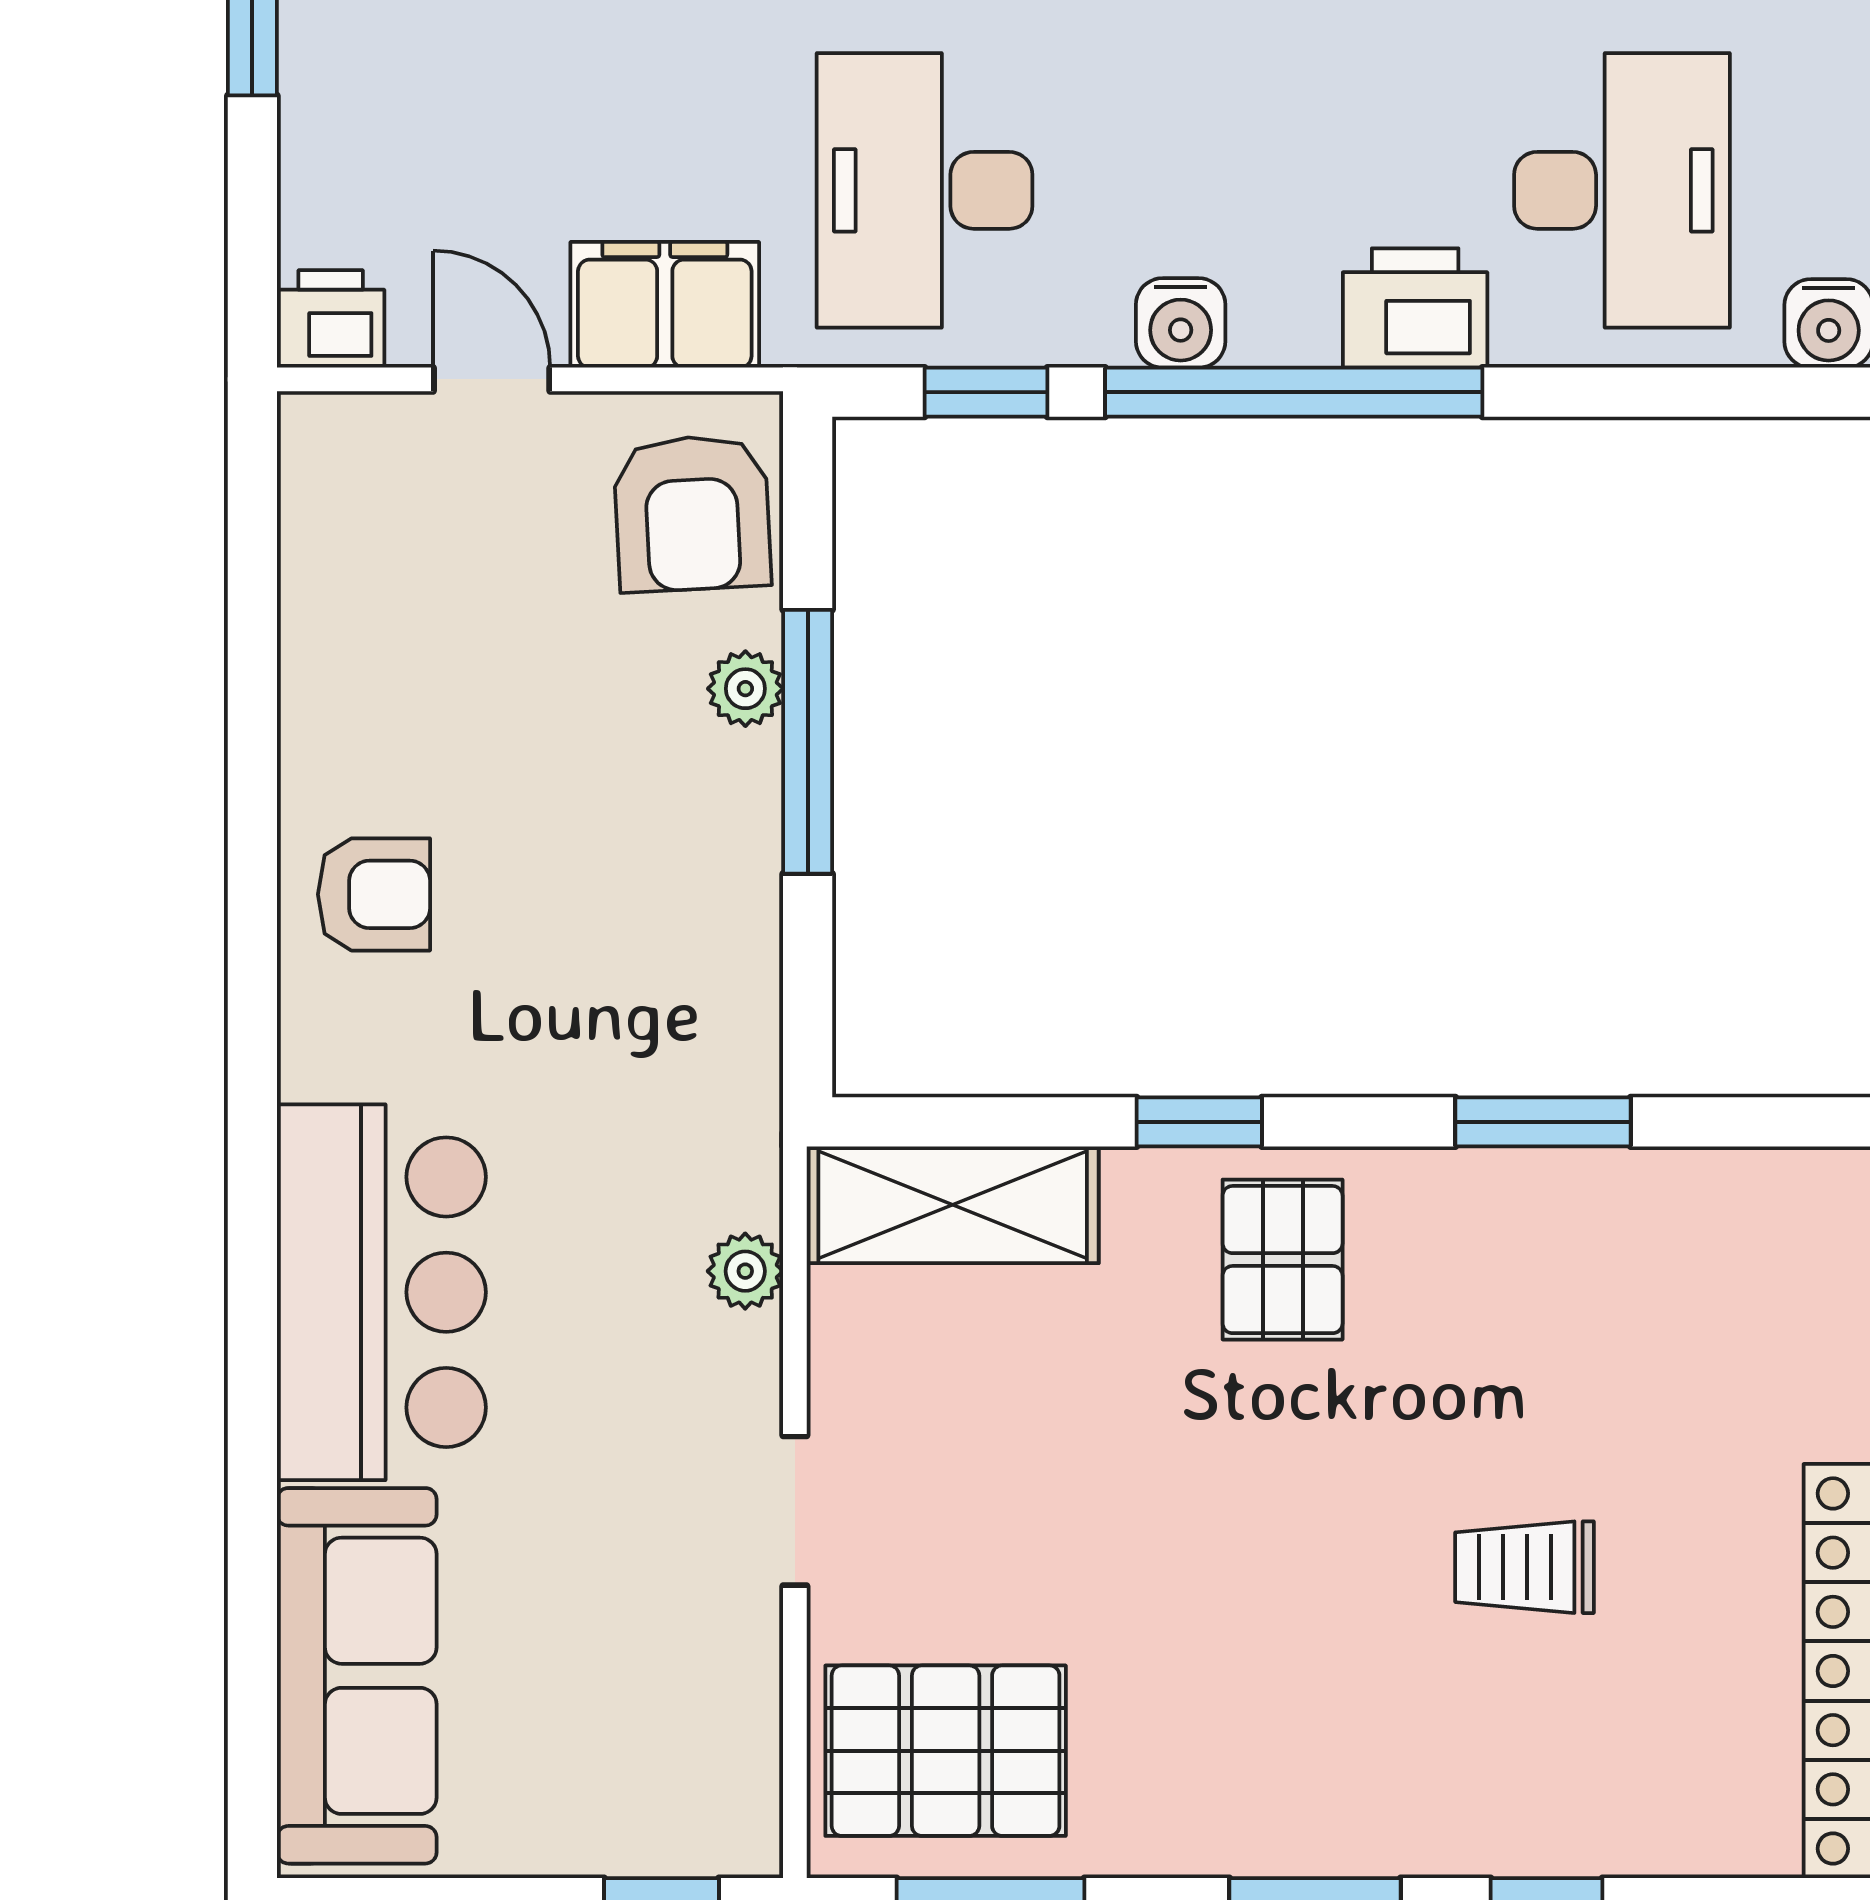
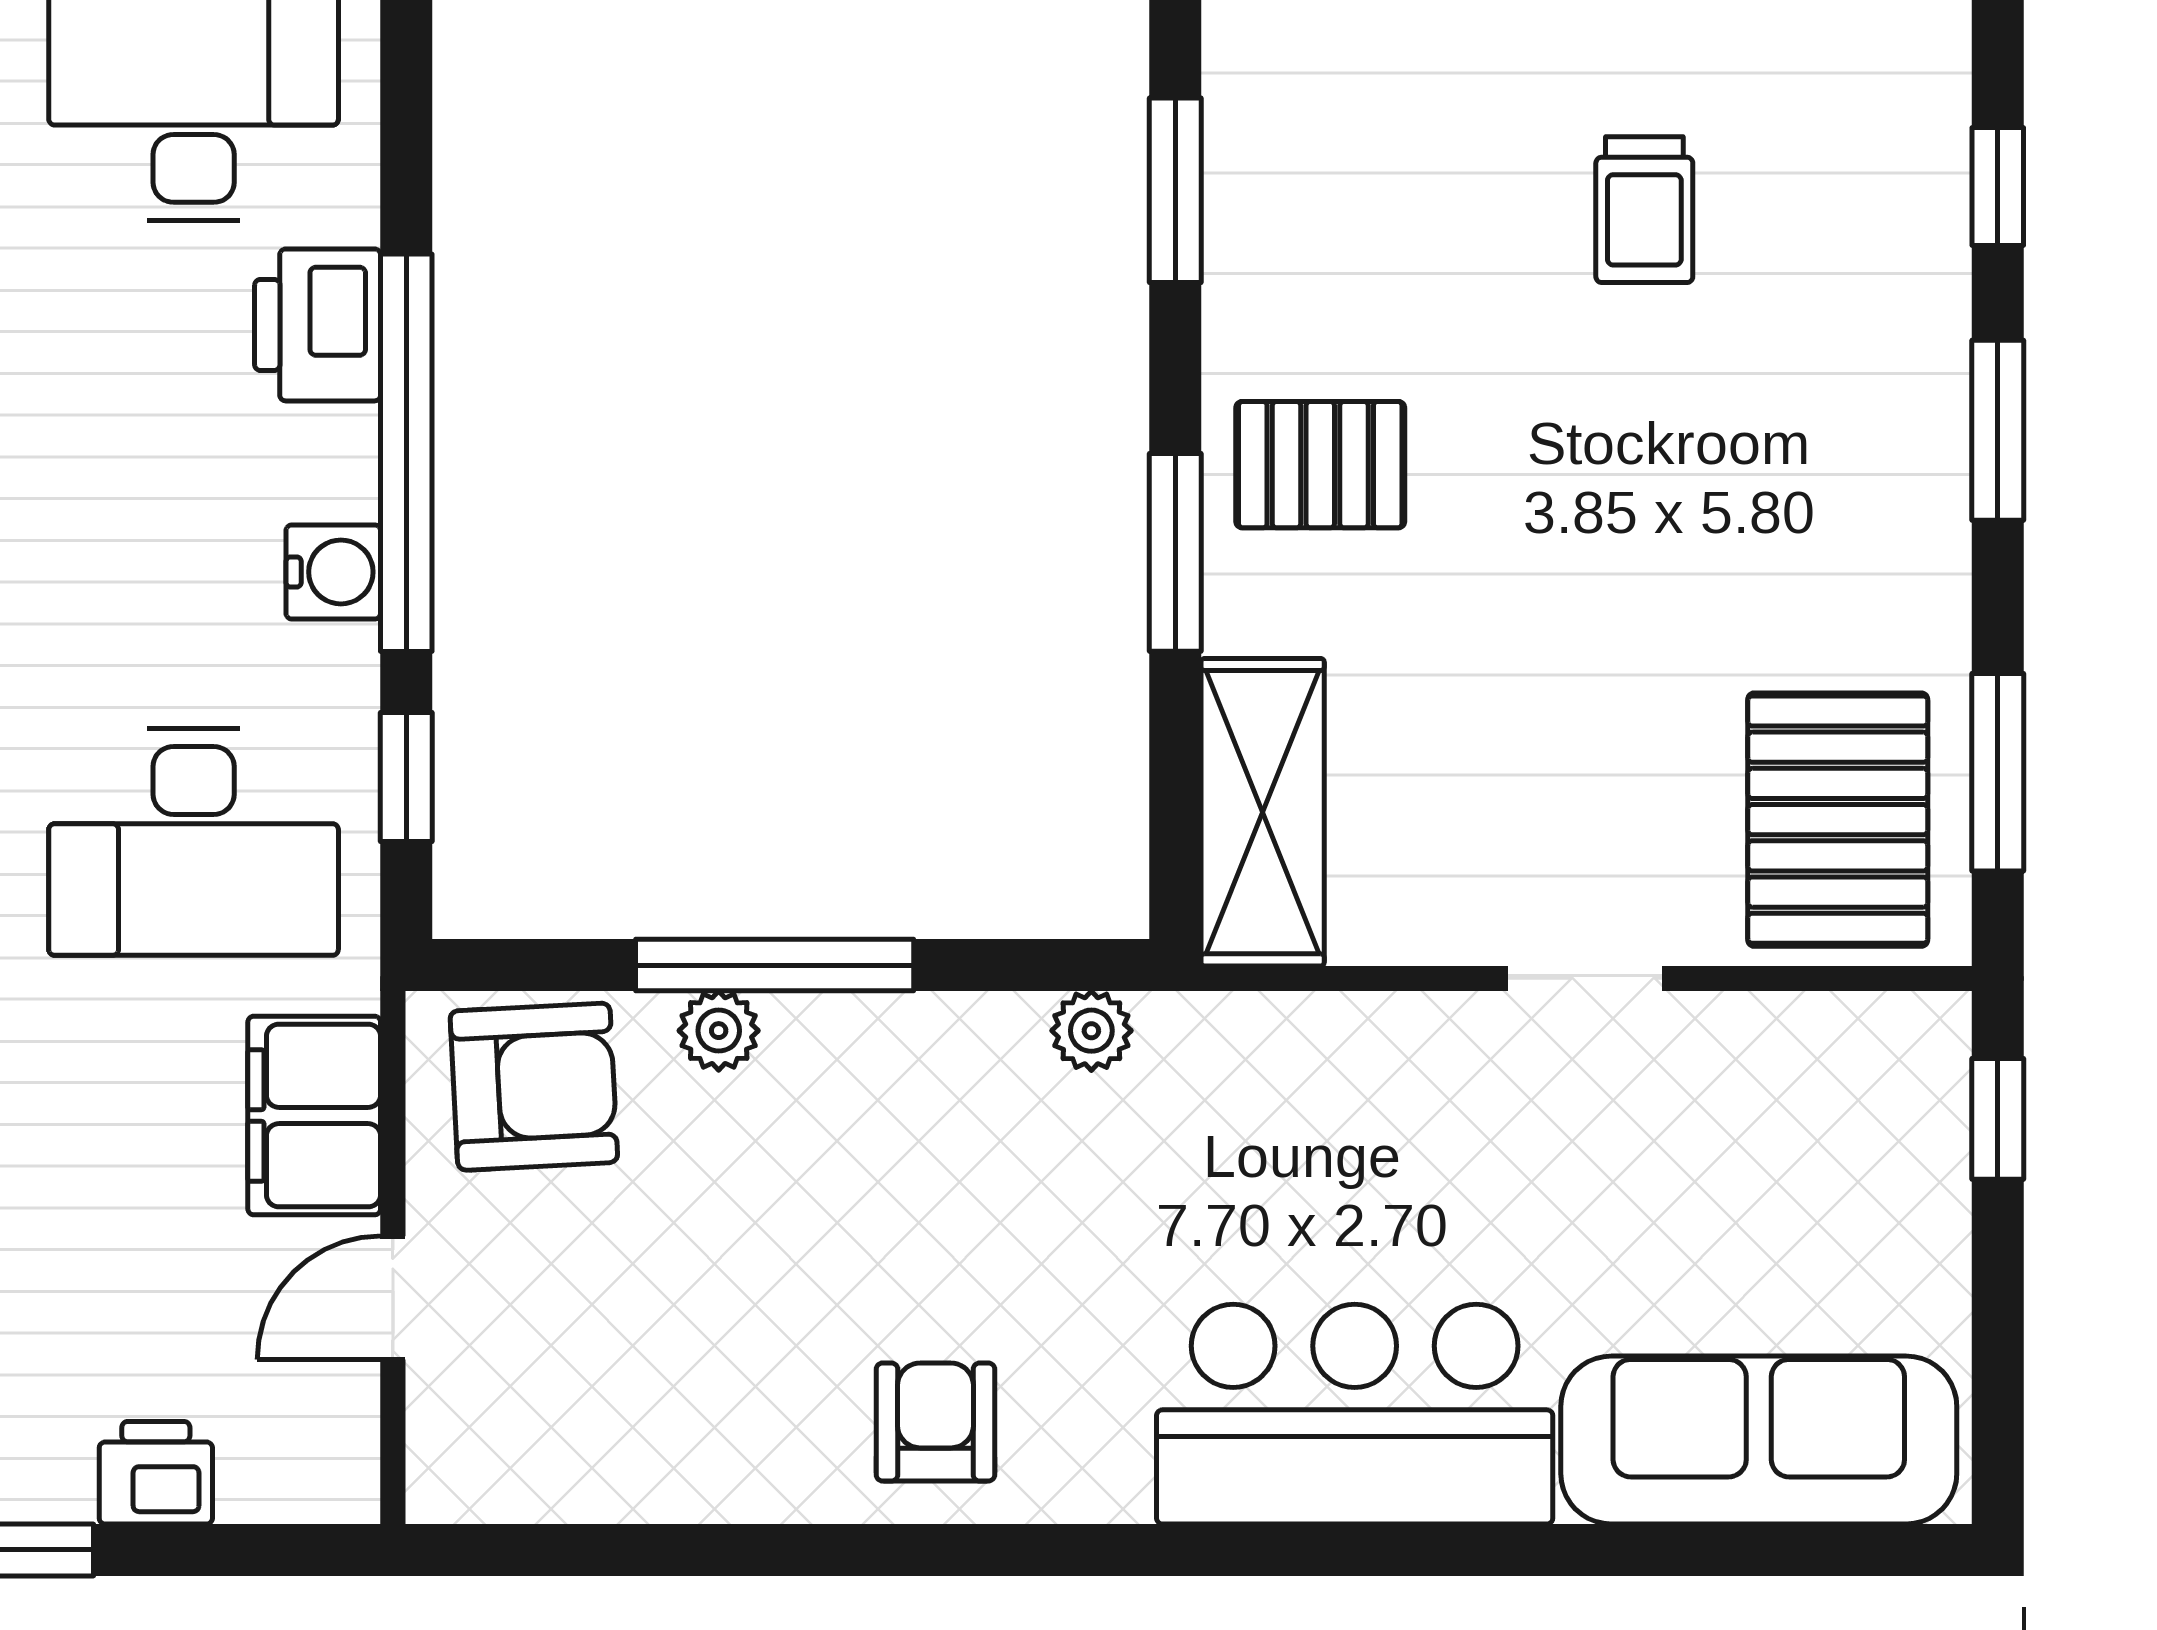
printer: (331, 319) -> (156, 1473), moved, turned 90
window: (1199, 1122) -> (1175, 552), width x1.50
plant: (745, 1271) -> (1091, 1031), moved

